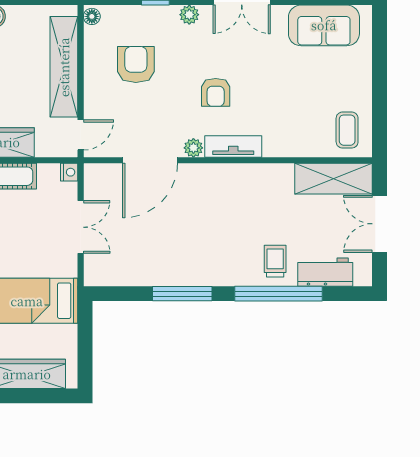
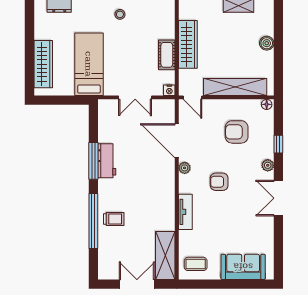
sofa: (324, 25) -> (243, 267), moved, turned 90
armchair: (136, 64) -> (237, 132), turned 180
tv unit: (233, 146) -> (185, 212), moved
workbench: (325, 272) -> (107, 161), moved

